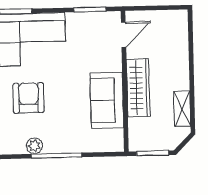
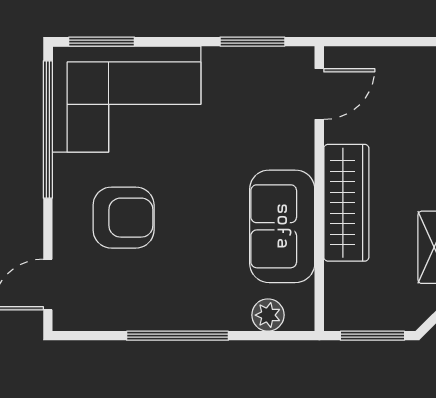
armchair: (28, 98) -> (124, 218), turned 90
plant: (34, 146) -> (268, 315), moved

